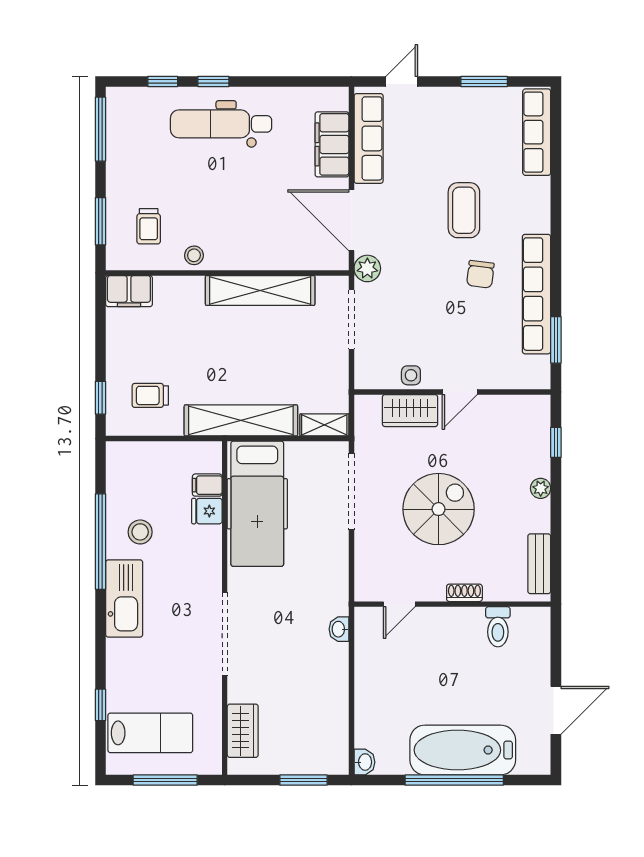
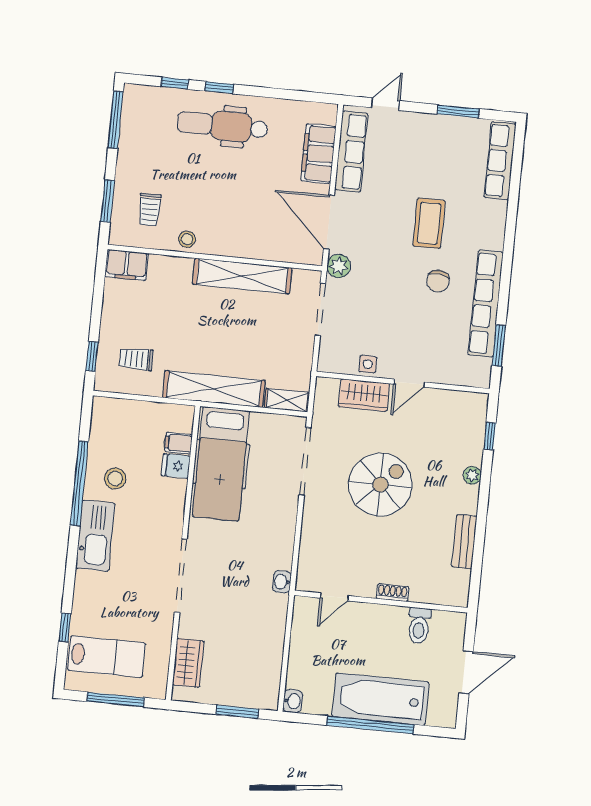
shoe rack: (464, 593) -> (393, 593), moved
door: (399, 604) -> (334, 597), moved
wall: (452, 604) -> (381, 602), moved
toilet: (498, 627) -> (419, 626), moved

